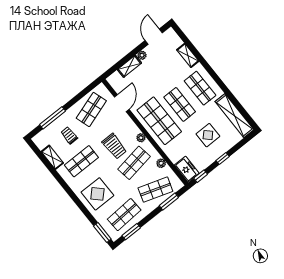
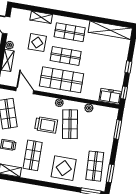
display table: (208, 135) -> (37, 43), moved
shop shelf: (155, 190) -> (101, 130), removed

